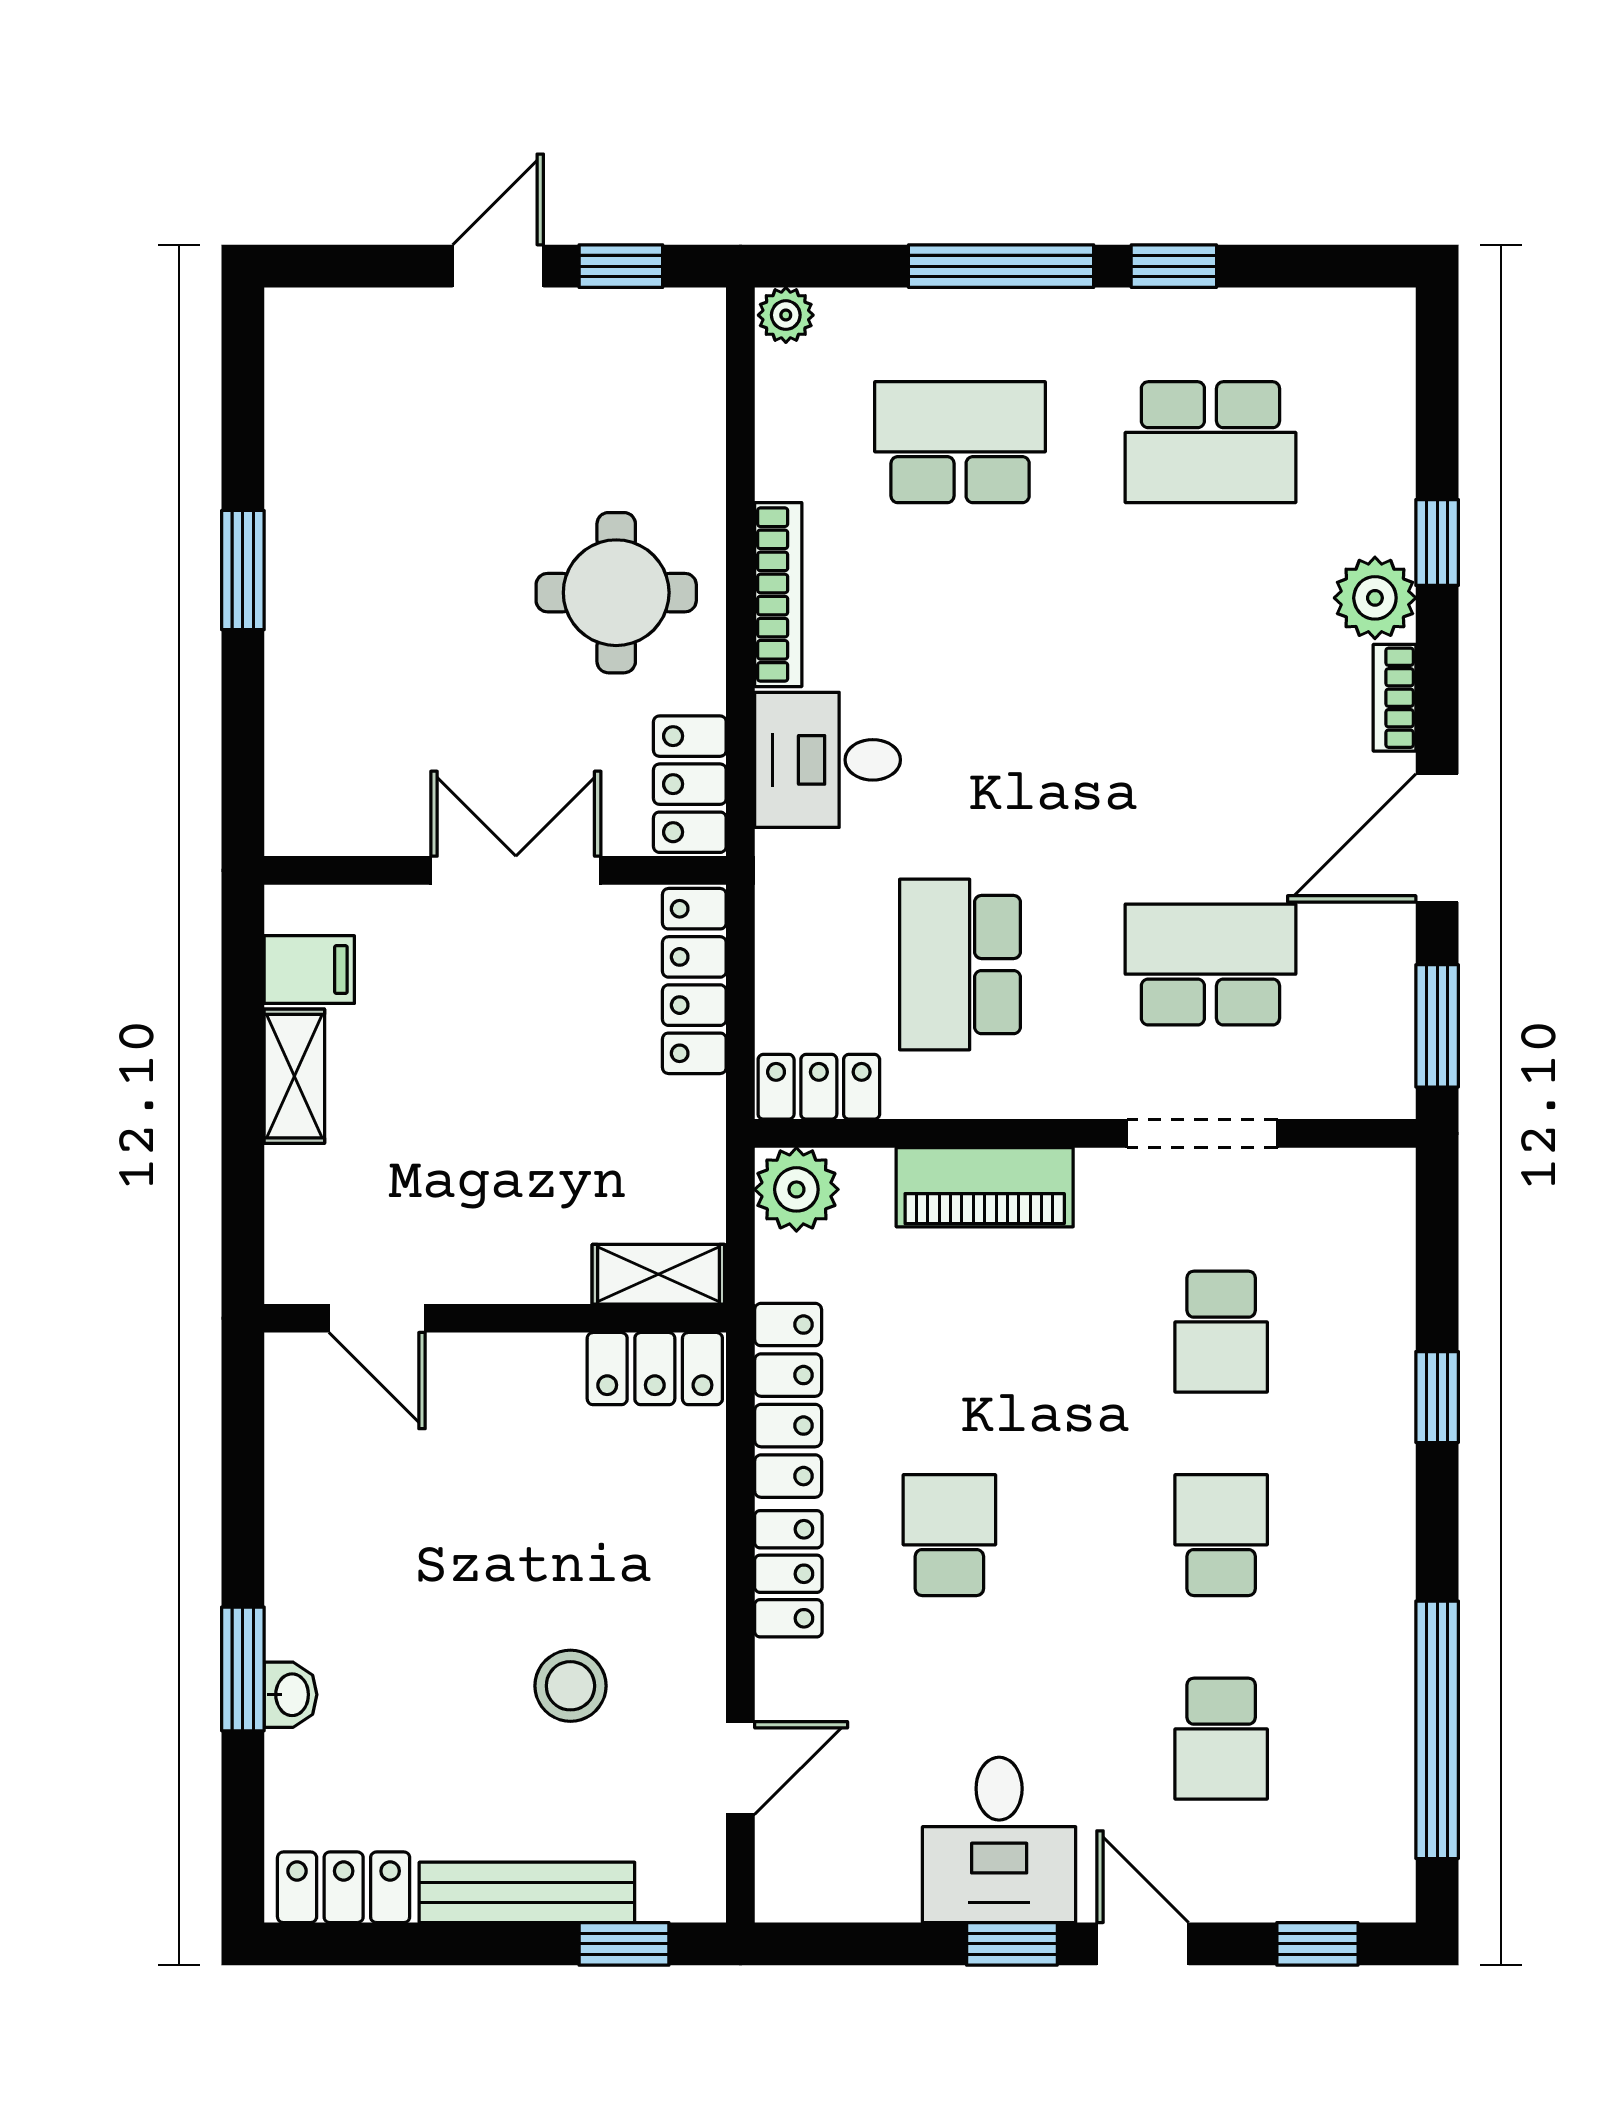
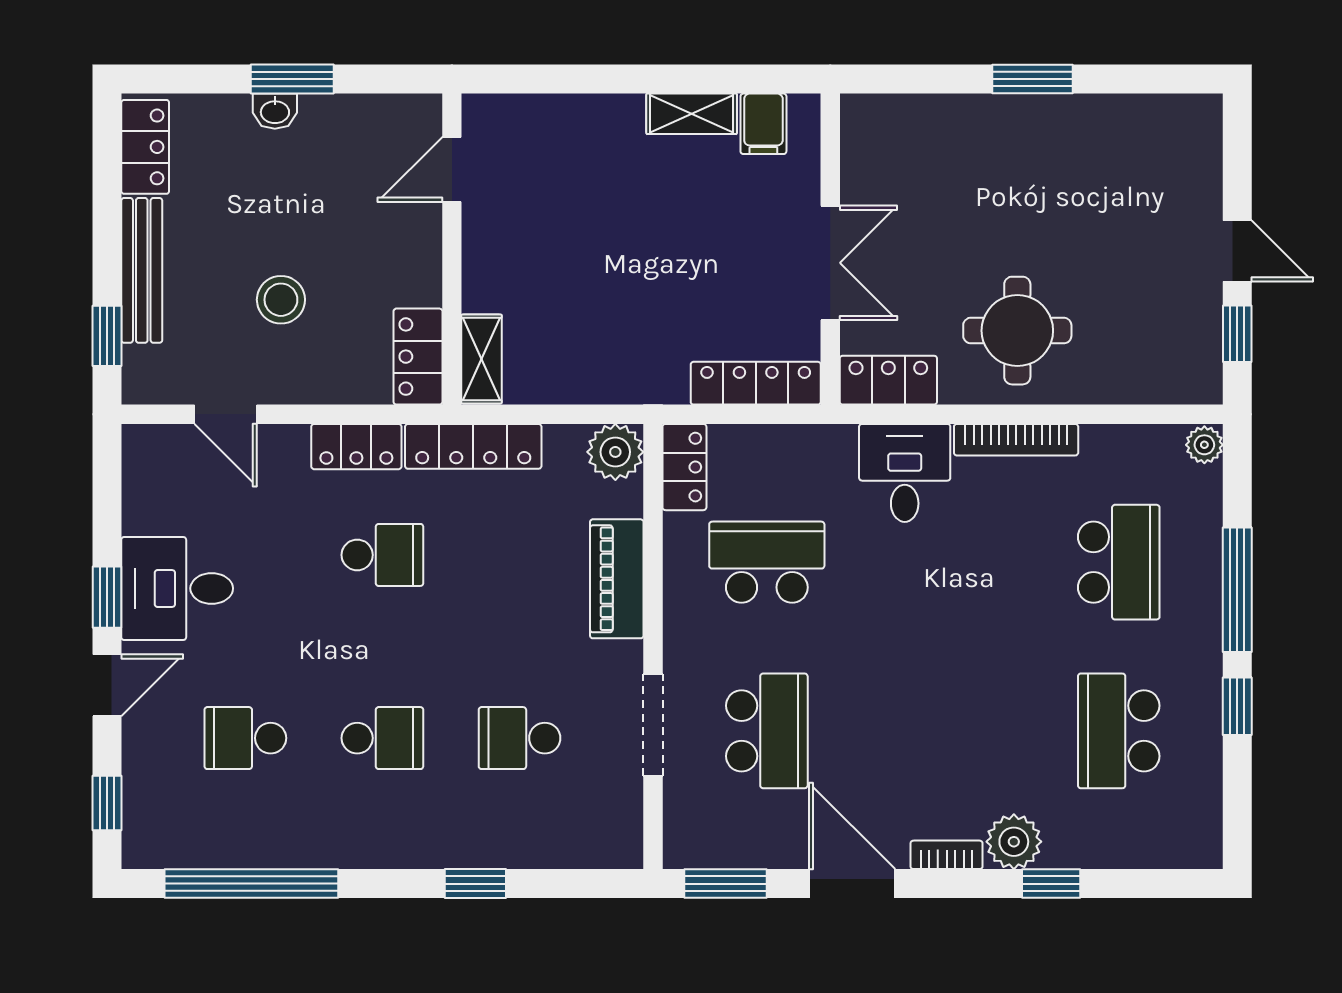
shelving: (658, 1274) -> (482, 359), moved
door: (377, 1318) -> (452, 169), moved
wall: (495, 1318) -> (452, 249), moved
locker: (655, 1369) -> (418, 357), moved

